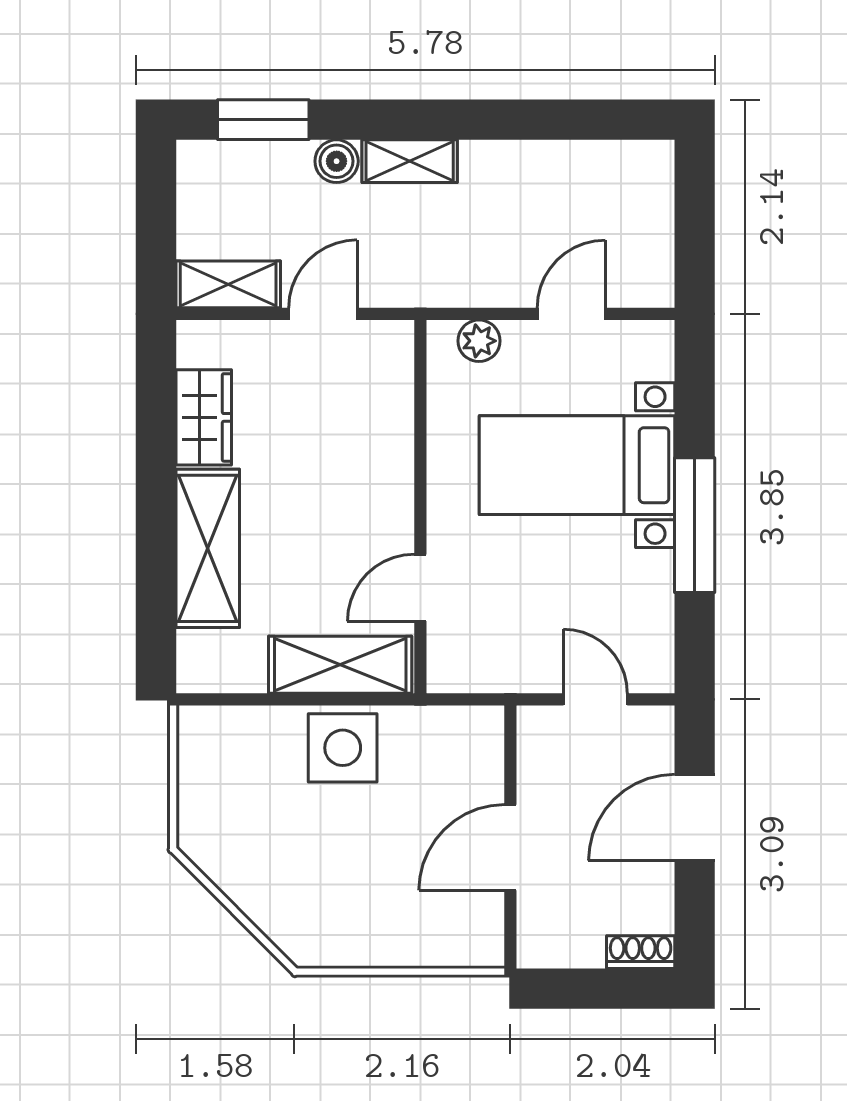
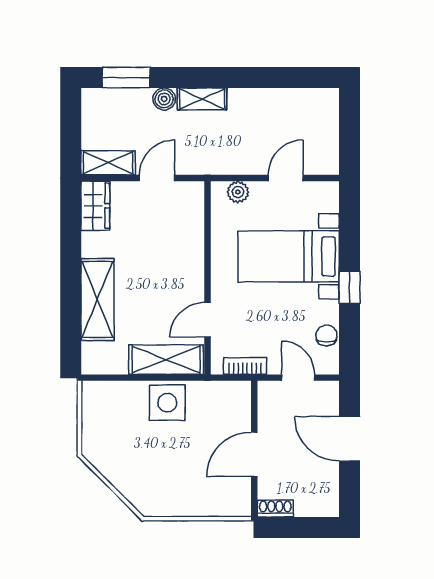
wardrobe: (204, 417) -> (95, 206), moved
window: (695, 525) -> (350, 287), width x0.46
chair: (650, 618) -> (326, 335), added
bookcase: (493, 677) -> (245, 366), added
door: (695, 818) -> (350, 439), hinge flipped
shoe rack: (641, 952) -> (275, 509), moved

